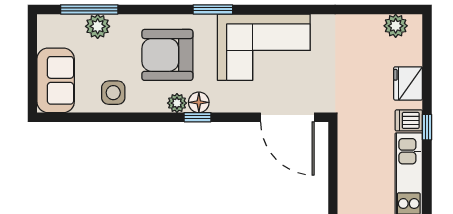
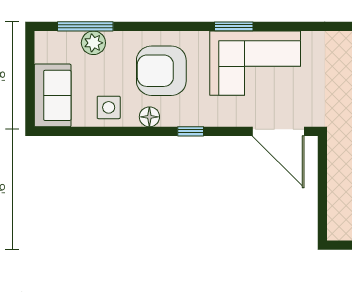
window: (213, 9) -> (234, 26), moved
floor lamp: (199, 102) -> (149, 117), moved
plant: (177, 103) -> (171, 118), removed

